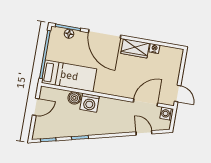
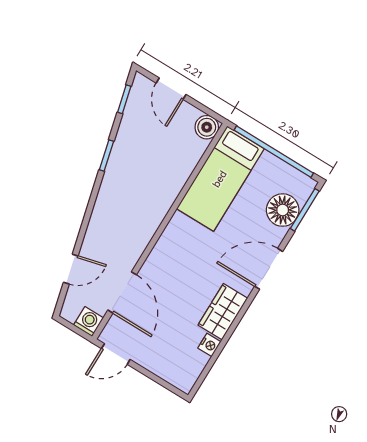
floor lamp: (69, 34) -> (283, 210), width x1.89, depth x1.89
door: (105, 34) -> (269, 269), width x0.73
boiler: (74, 98) -> (207, 127), moved
washing machine: (90, 103) -> (160, 196), removed
door: (36, 107) -> (171, 89), moved

